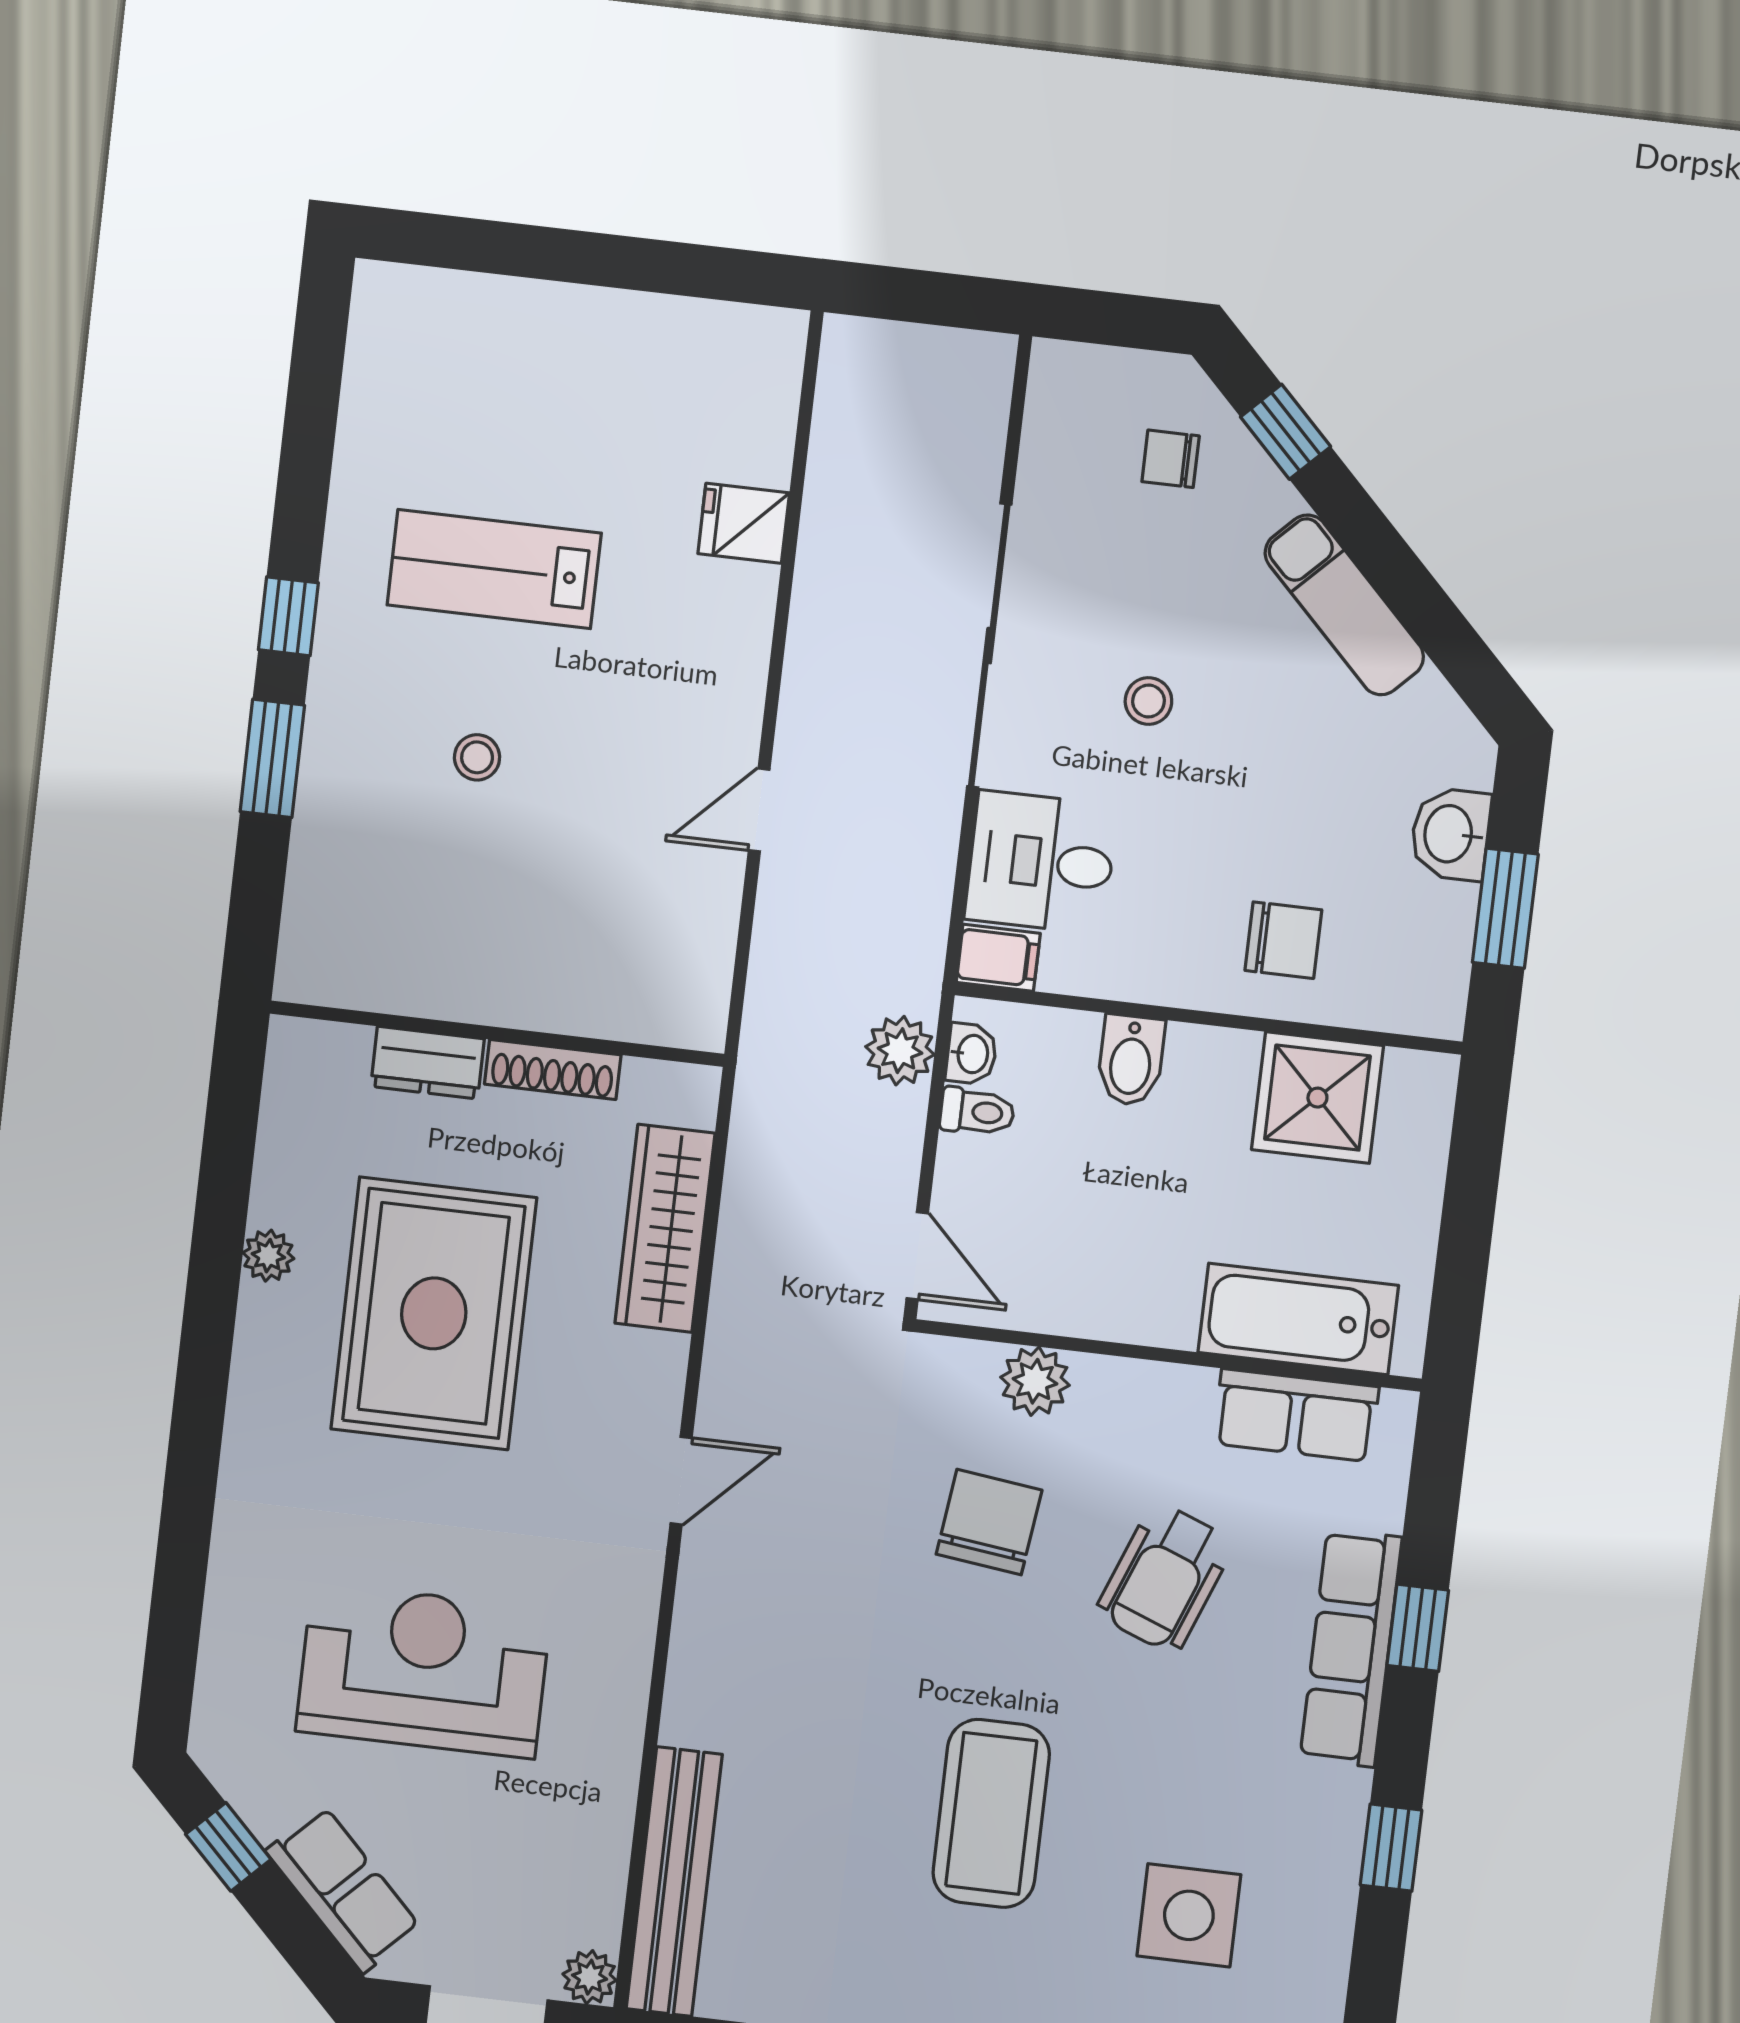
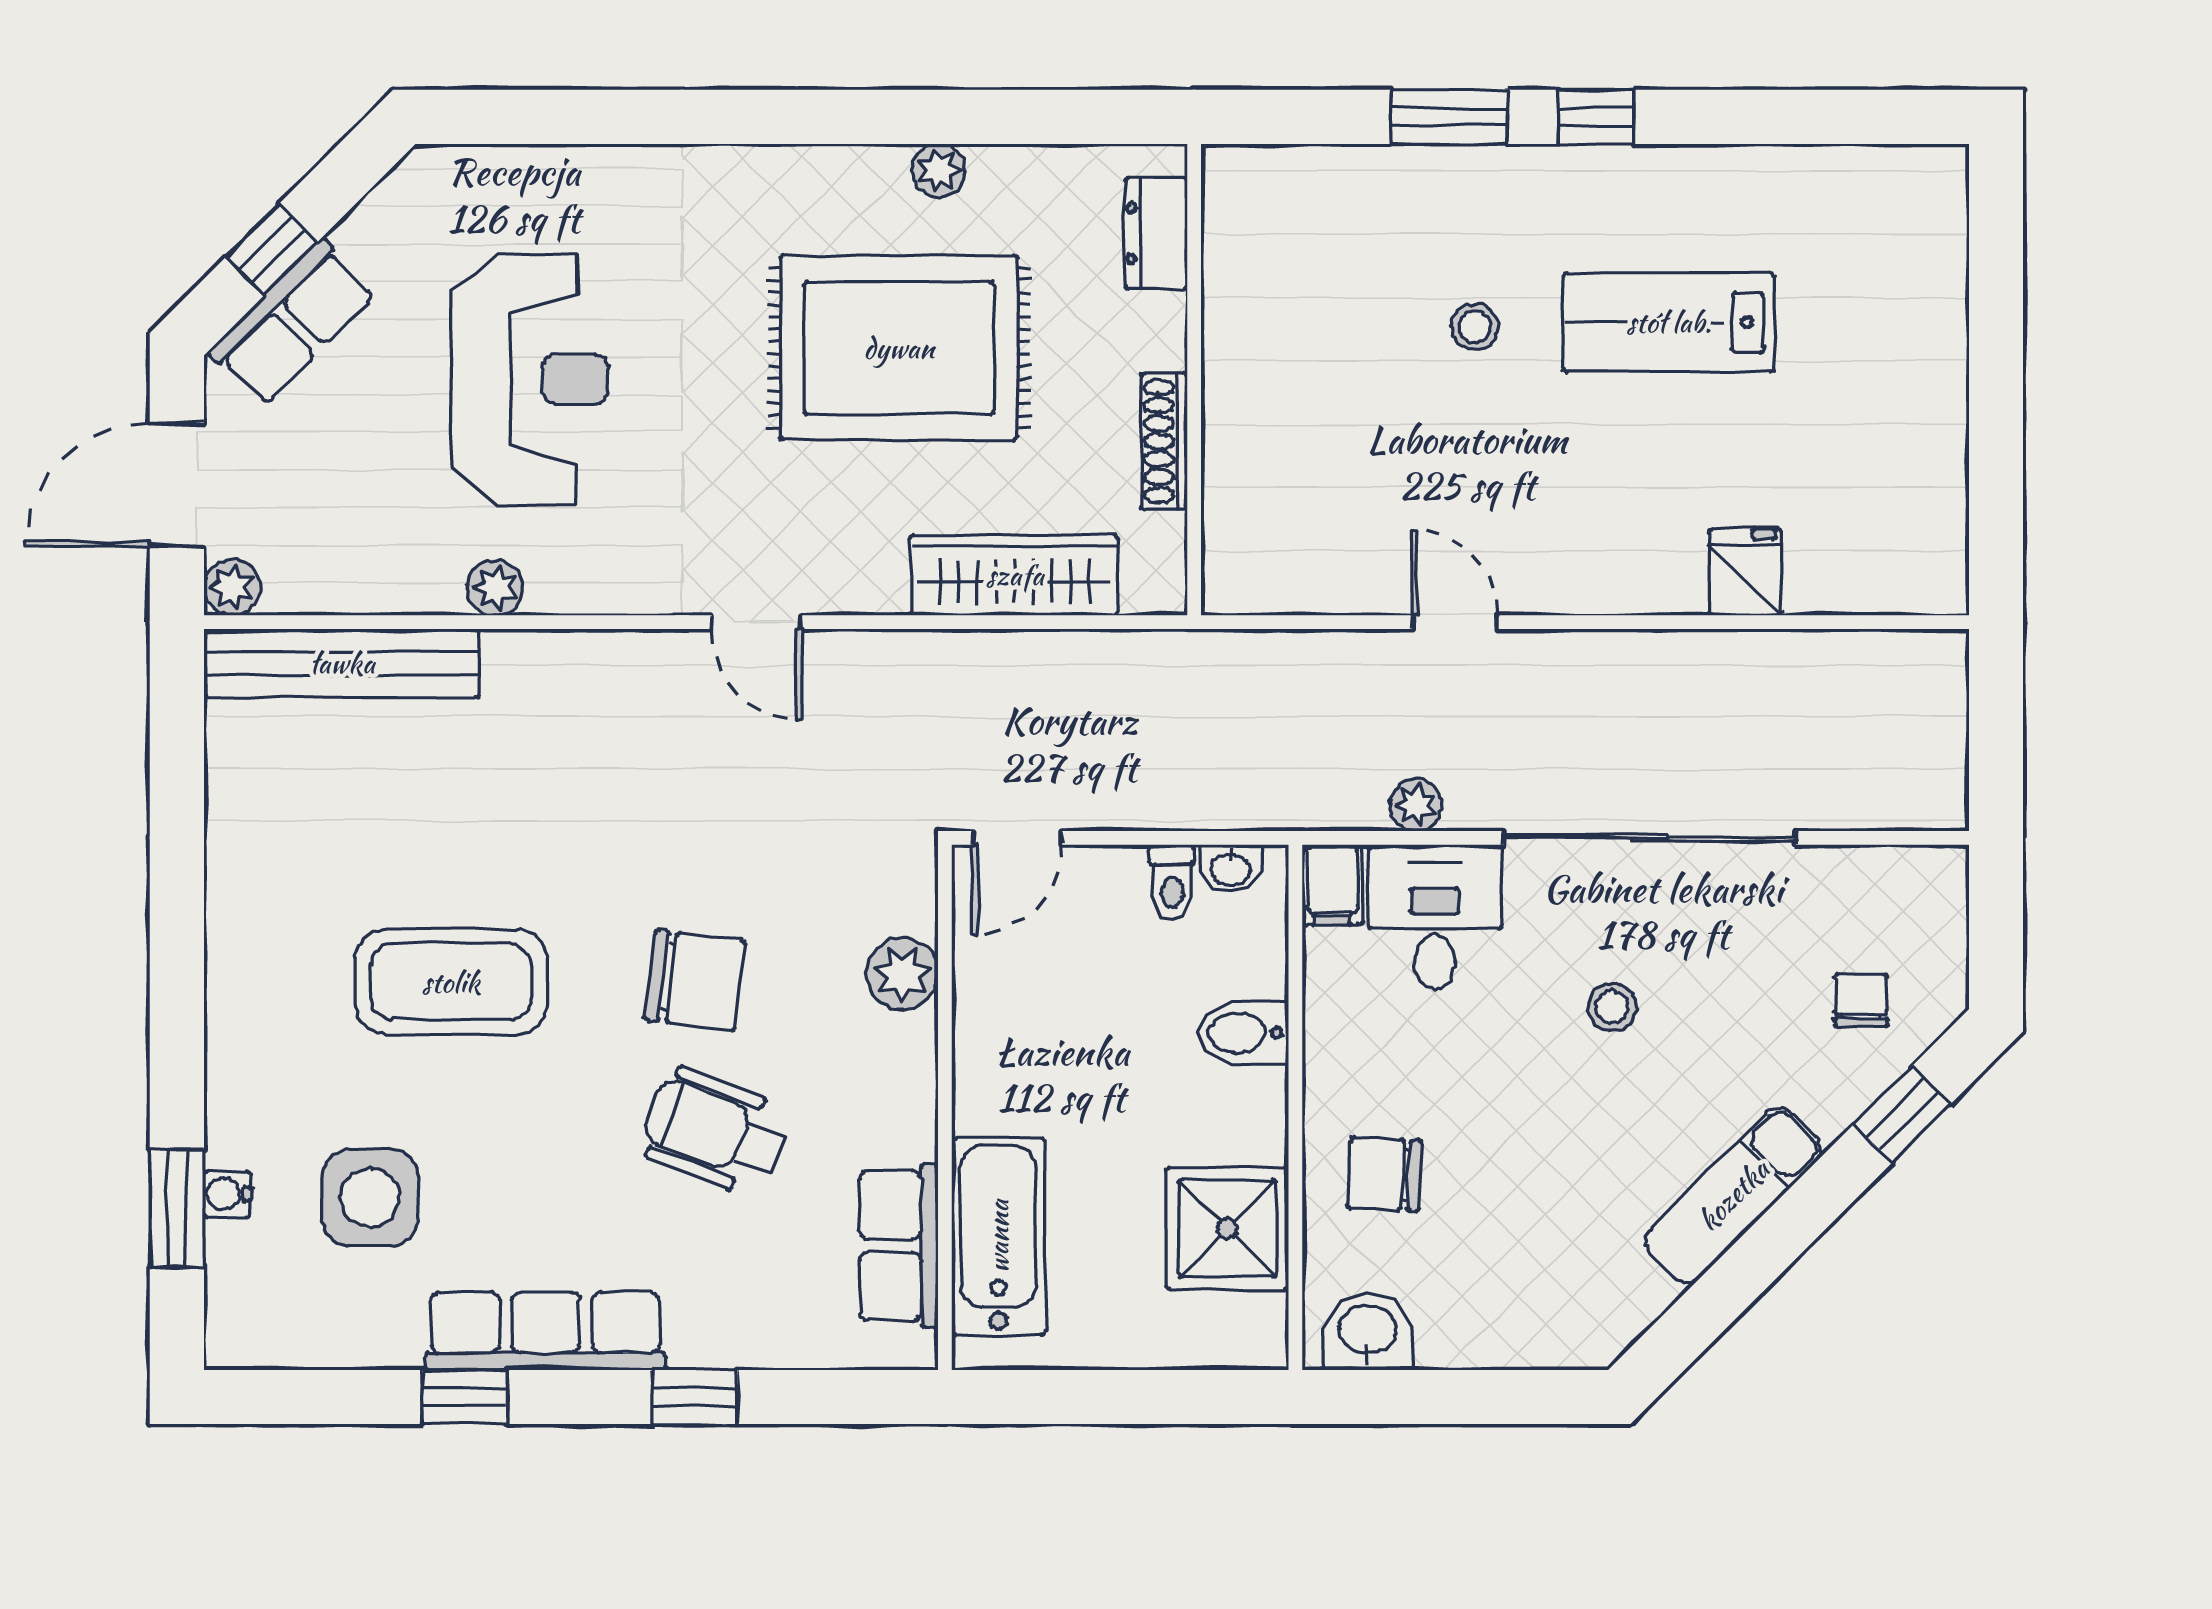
lab bench: (494, 569) -> (1669, 322), turned -90
washbasin: (1450, 834) -> (1368, 1332), moved
window: (1505, 908) -> (1443, 1397), removed
chair: (1283, 940) -> (1384, 1174), turned 93
plant: (900, 1051) -> (1416, 805), moved, width x0.73, depth x0.73
dresser: (428, 1063) -> (1156, 233), moved
chair: (989, 1522) -> (695, 980), moved
row of seats: (1351, 1648) -> (546, 1331), moved
plant: (619, 1727) -> (495, 587), added
window: (228, 1847) -> (272, 250), moved

